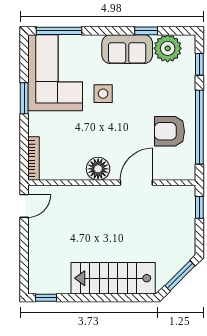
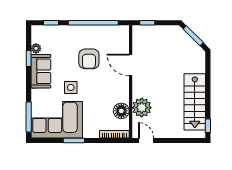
plant: (168, 48) -> (36, 48), width x0.53, depth x0.53
armchair: (170, 131) -> (89, 59), moved
floor lamp: (98, 169) -> (121, 111), moved
plant: (73, 199) -> (142, 108), added
stairs: (113, 278) -> (195, 102), moved

